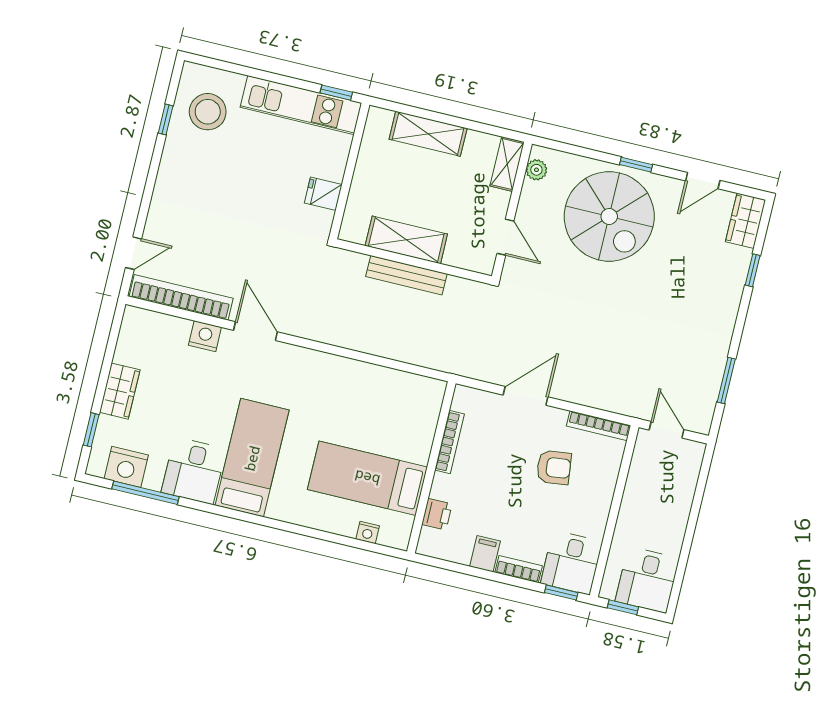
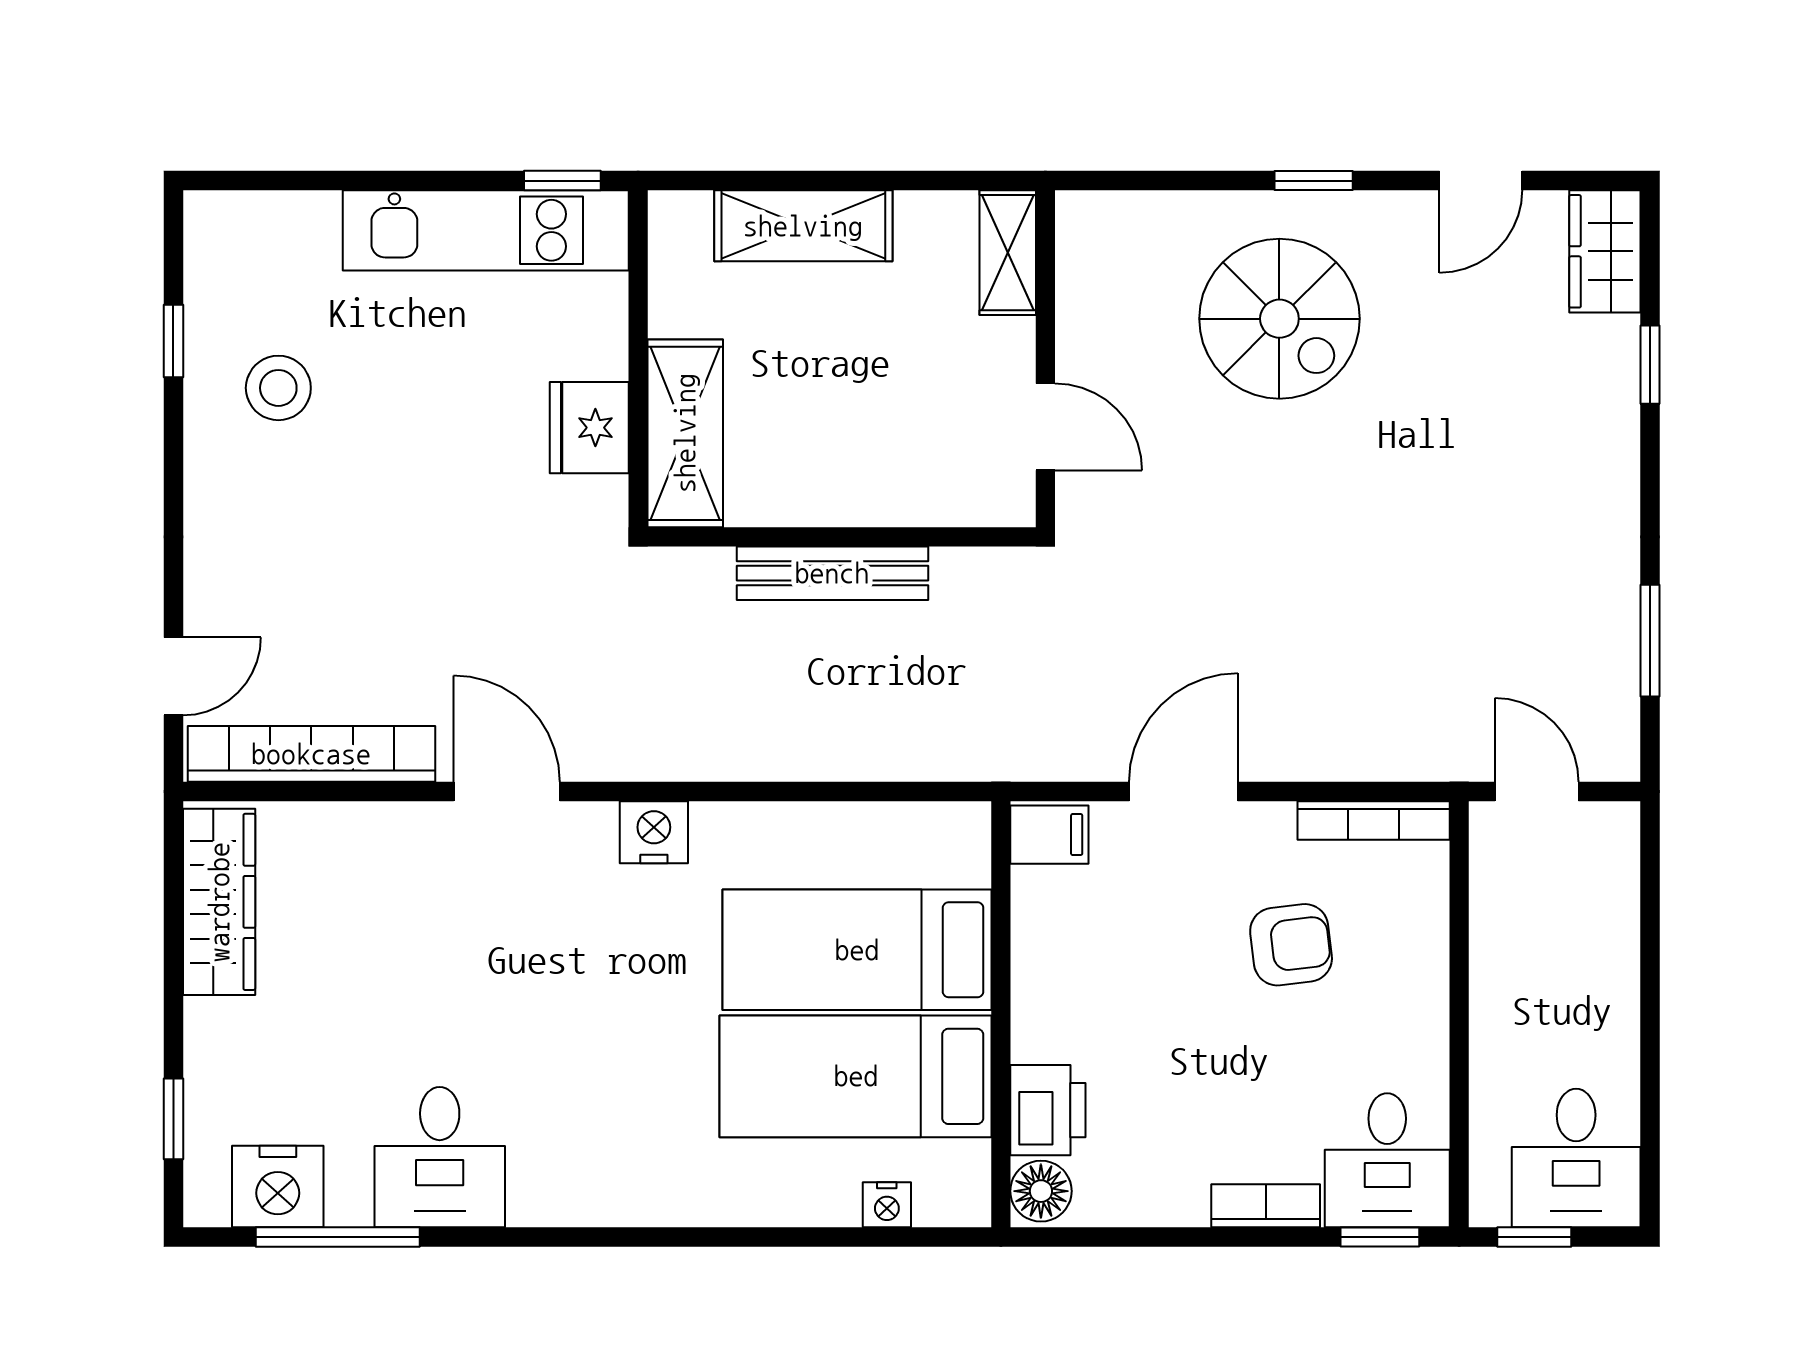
stool: (208, 112) -> (278, 388), moved, width x0.73, depth x0.73
plant: (536, 170) -> (1081, 250), removed
fridge: (323, 194) -> (589, 428), width x1.38
spiral stairs: (609, 216) -> (1279, 319), width x0.73, depth x0.73
shelving: (406, 240) -> (685, 433), moved, turned 90
nightstand: (205, 336) -> (654, 832), moved
wardrobe: (120, 391) -> (219, 902), moved, width x1.50
bookcase: (450, 442) -> (1030, 944), removed
bed: (252, 458) -> (857, 950), moved, turned -90
printer: (437, 514) -> (1048, 1110), width x1.36, depth x1.24
floor lamp: (430, 542) -> (1041, 1191), added
filing cabinet: (485, 554) -> (1049, 835), moved, turned 90

